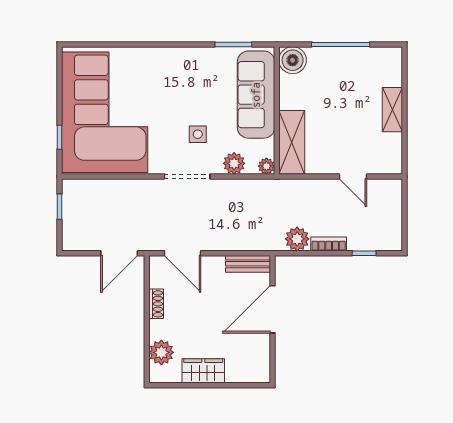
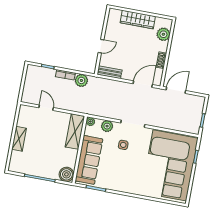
door: (183, 253) -> (143, 84), hinge flipped
door: (273, 309) -> (101, 46), width x0.53
wardrobe: (203, 371) -> (138, 20), width x1.50

